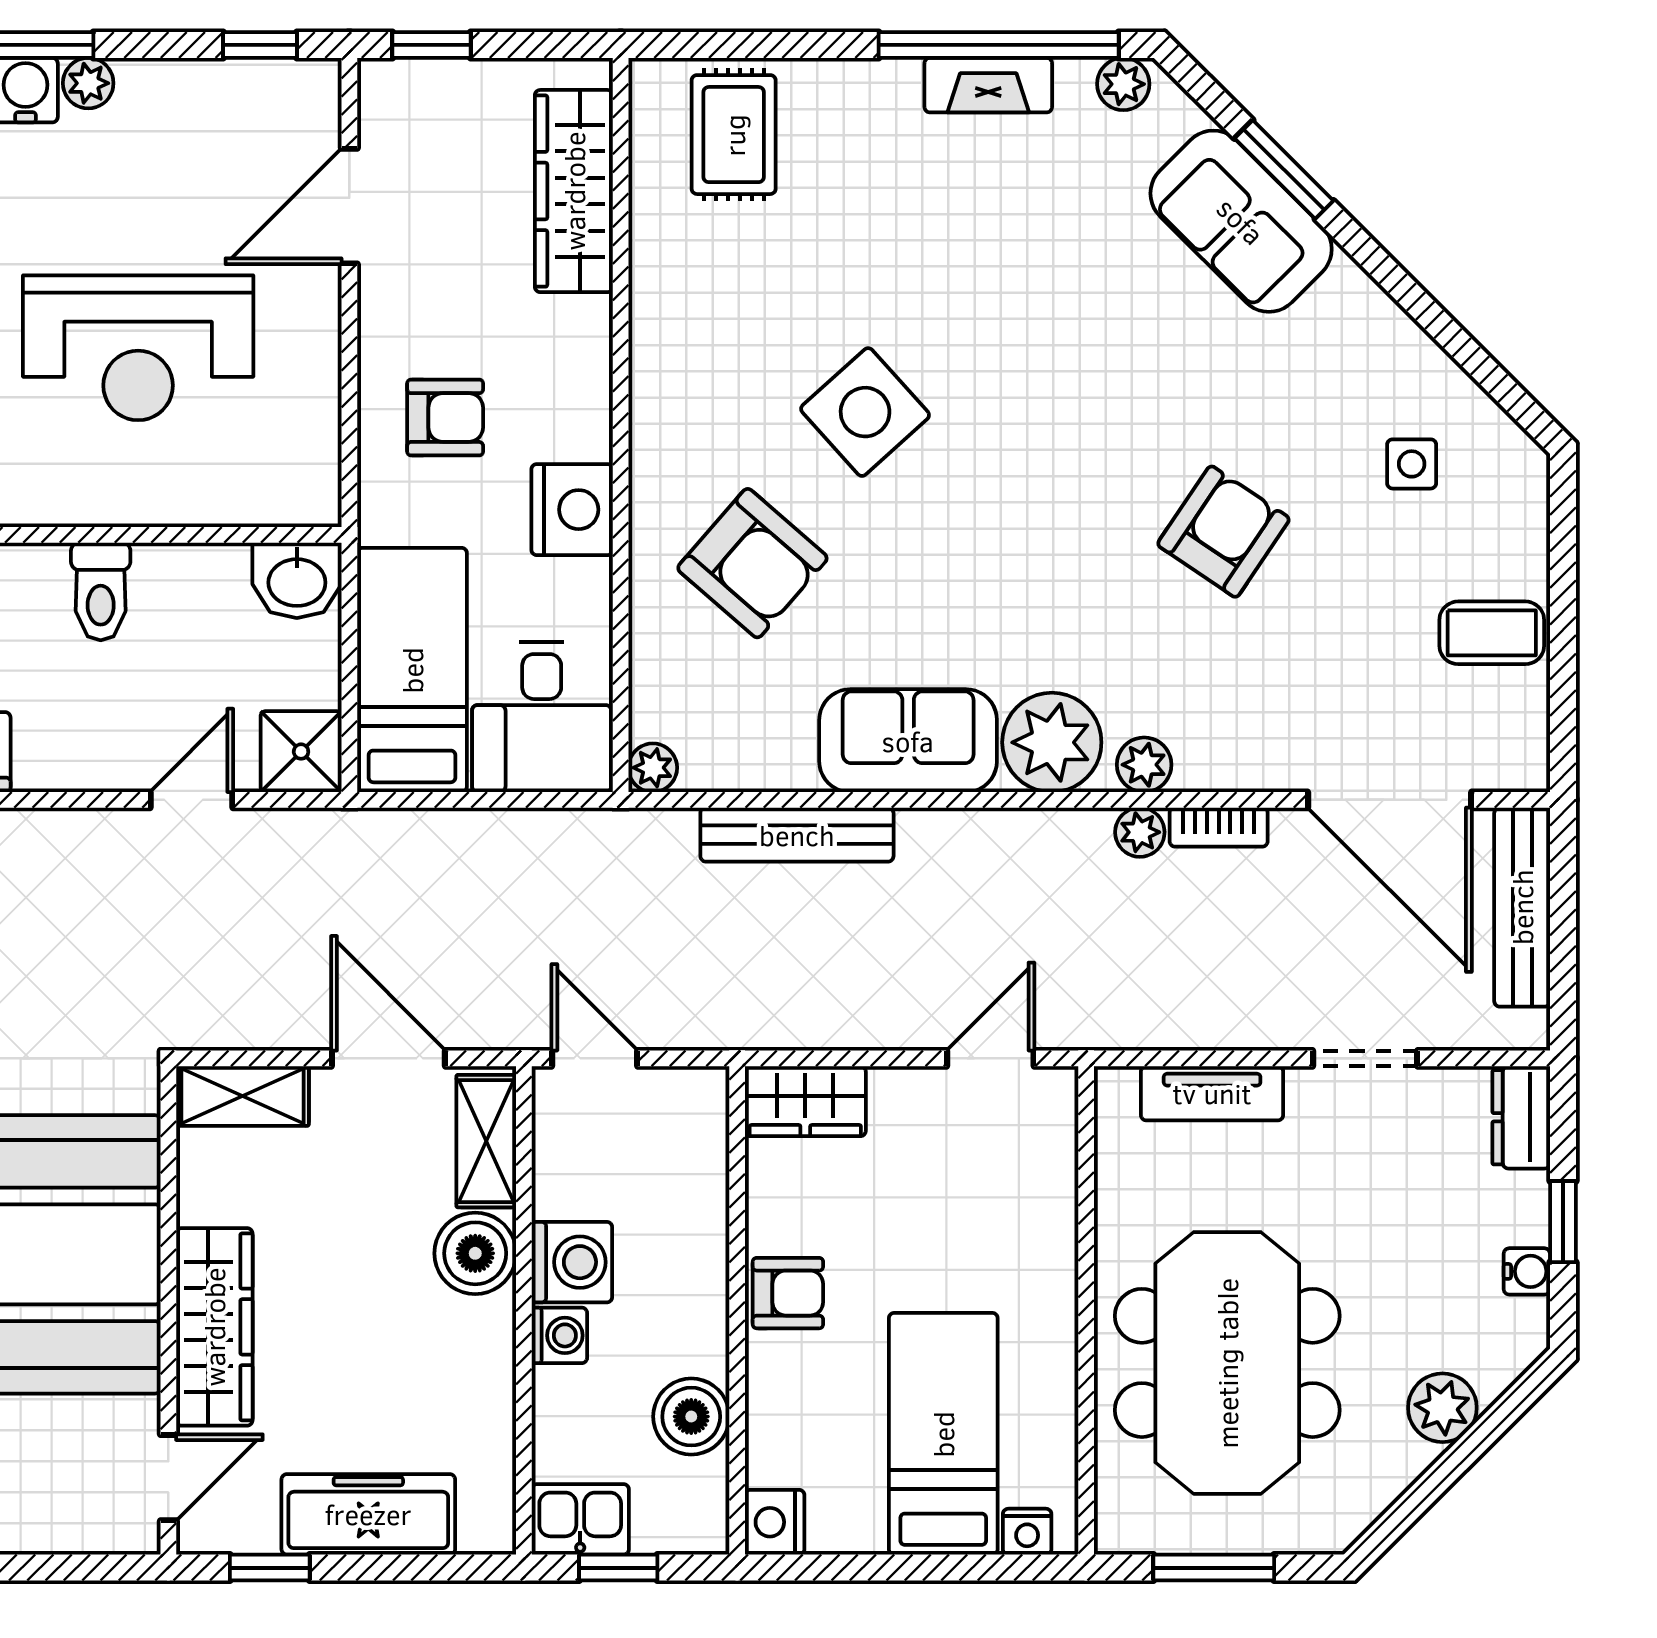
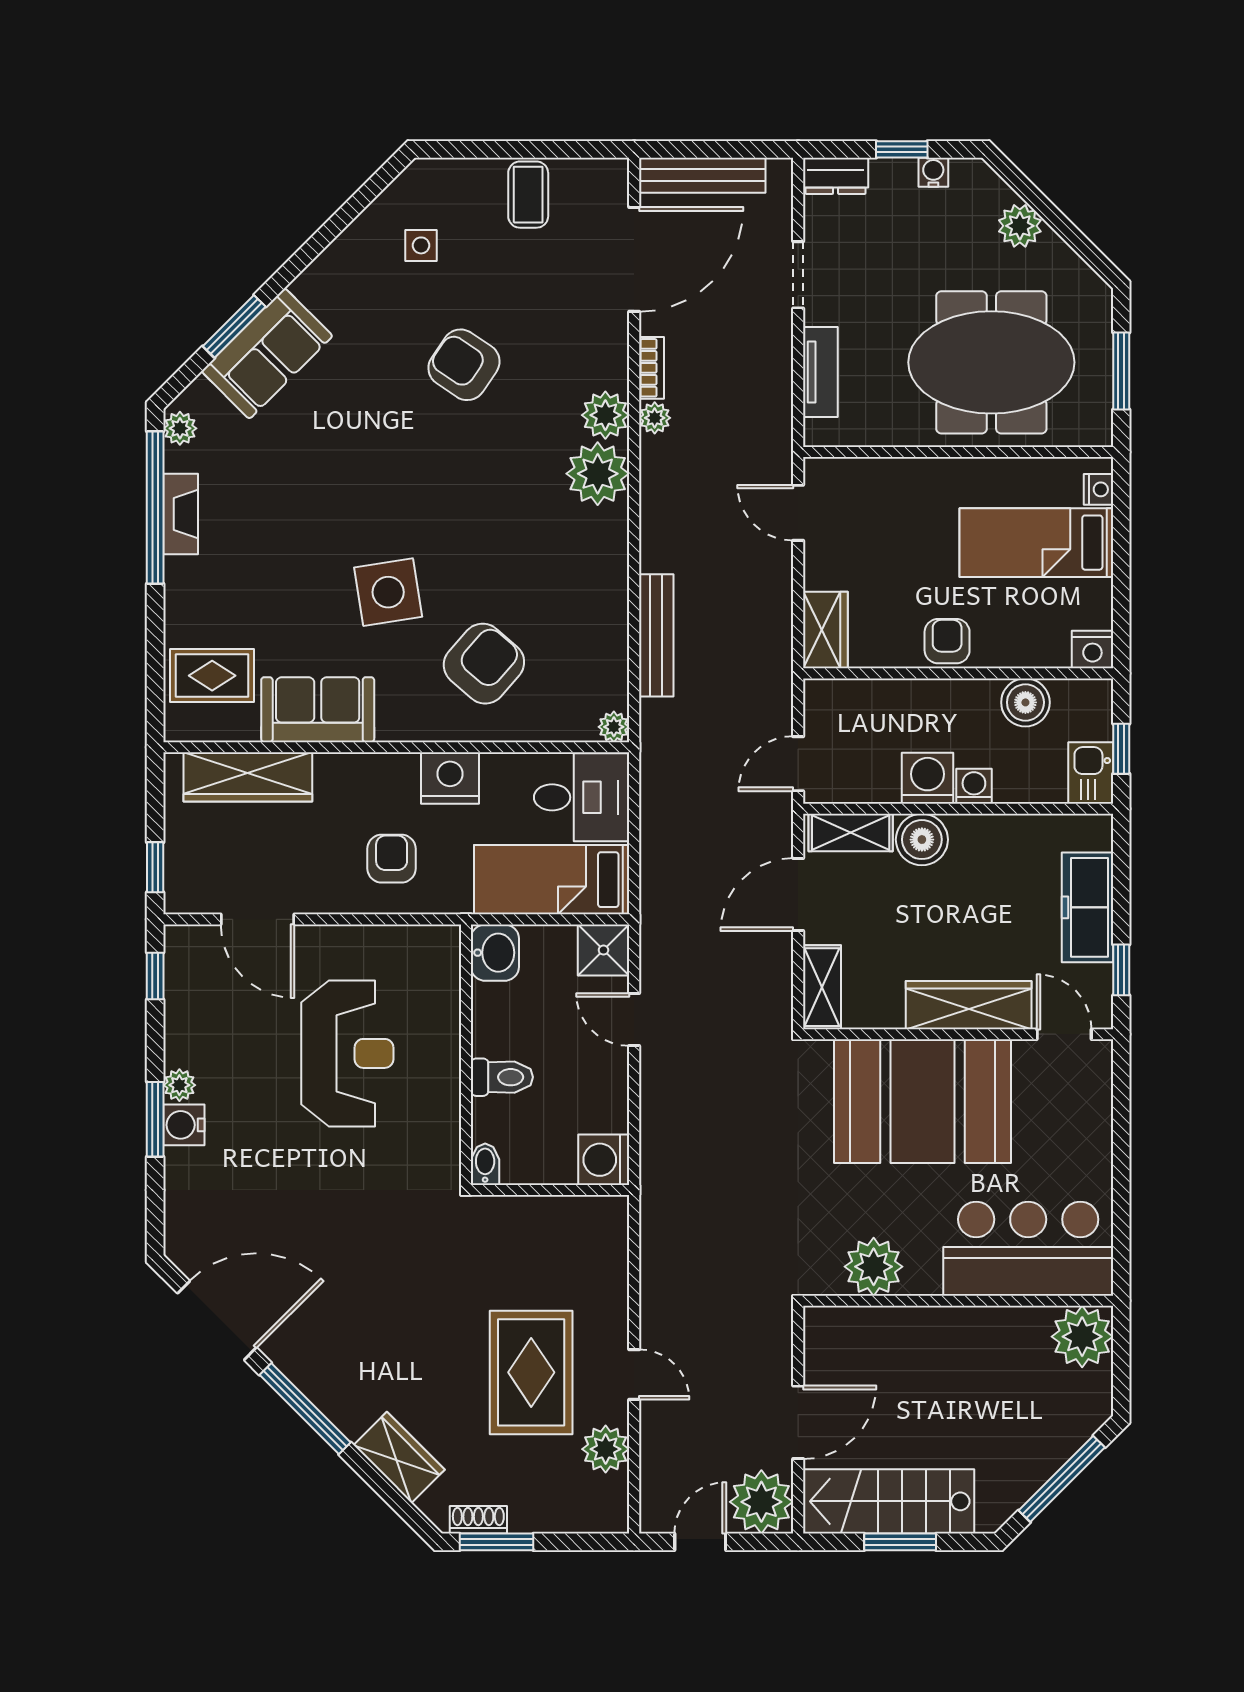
side table: (865, 412) -> (388, 592), turned 33
sofa: (908, 741) -> (318, 710), moved, turned 90
plant: (1144, 765) -> (605, 415), width x1.38, depth x1.38

